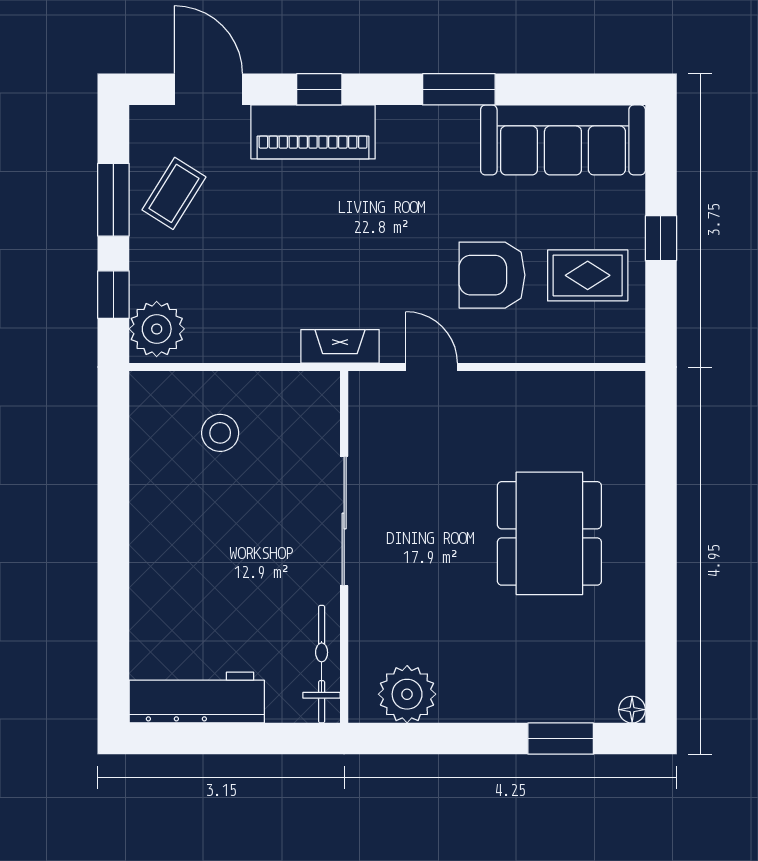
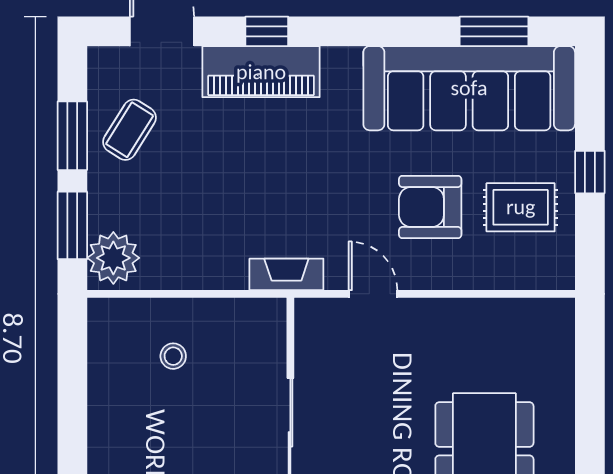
window: (459, 89) -> (494, 31), moved
sofa: (563, 140) -> (469, 88), width x1.36, depth x1.27
window: (113, 295) -> (72, 225), width x1.50
stool: (220, 433) -> (173, 356), width x0.73, depth x0.73

